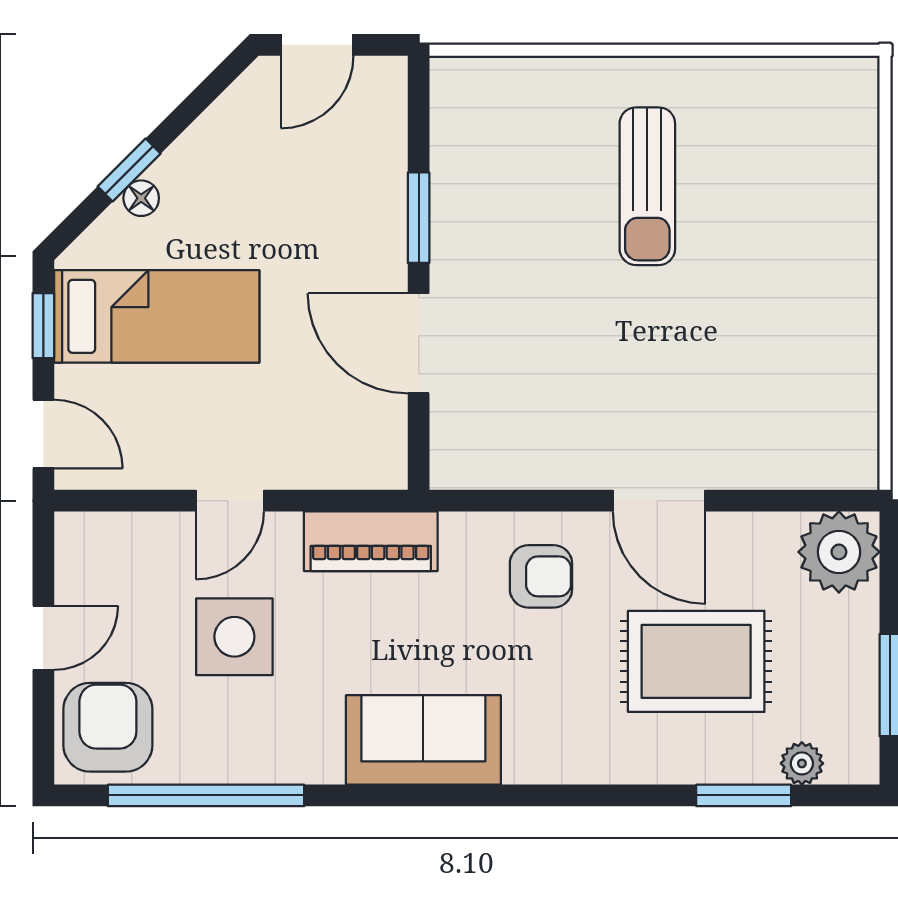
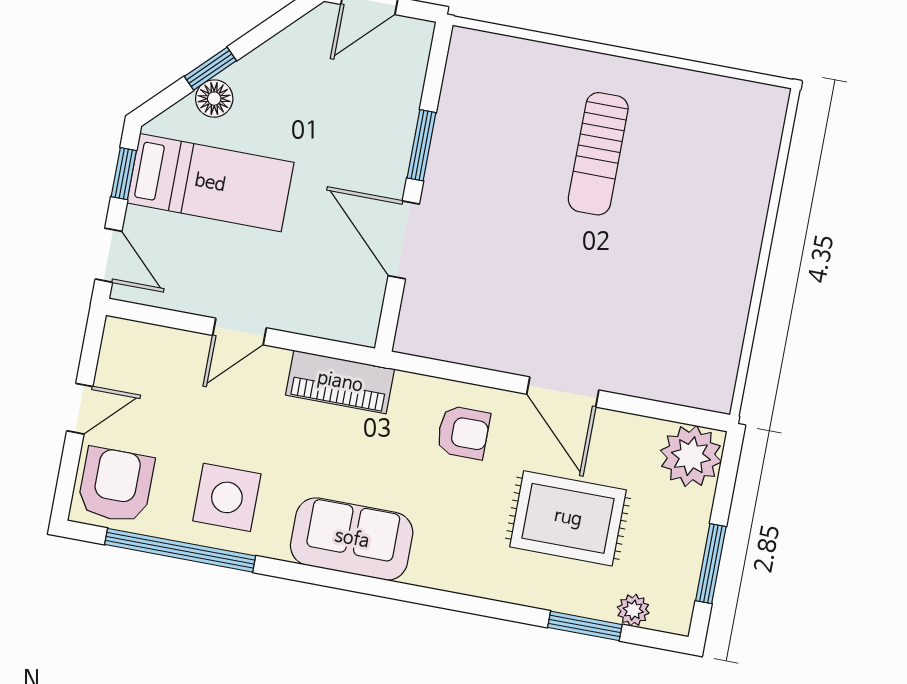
floor lamp: (141, 198) -> (214, 99), width x1.37, depth x1.37
side table: (234, 637) -> (227, 497), moved

